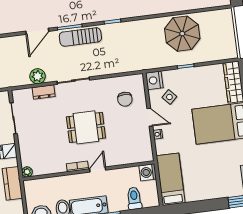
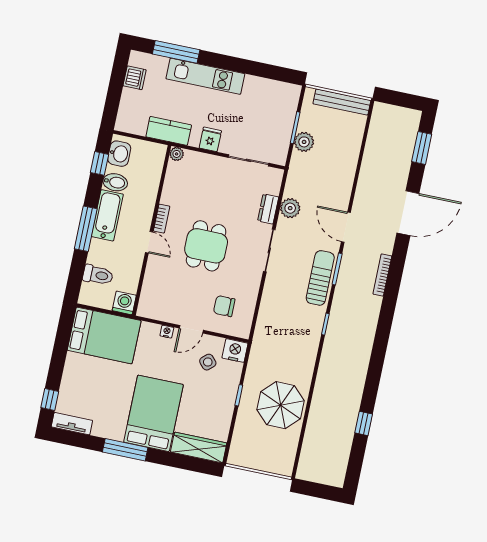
bed: (171, 179) -> (104, 335), width x1.50

